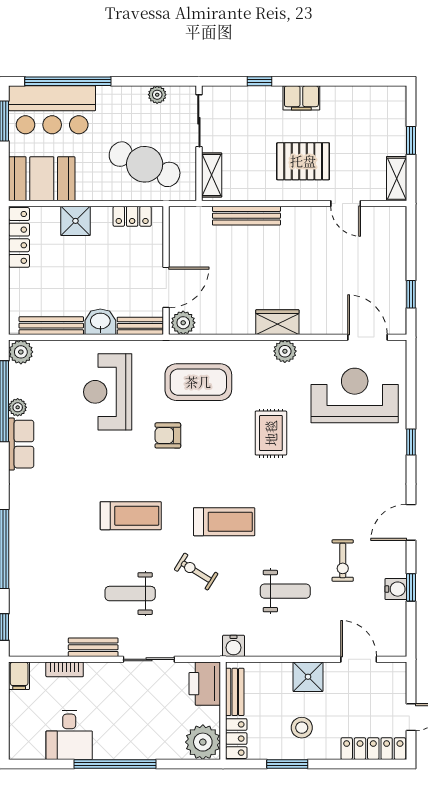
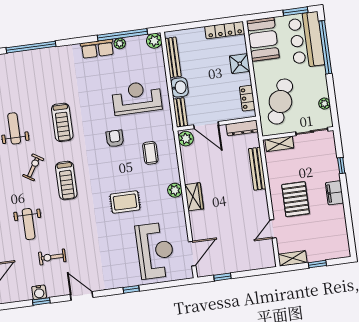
dresser: (178, 231) -> (242, 128), added
plant: (285, 351) -> (175, 190), moved
coffee table: (198, 382) -> (150, 153), width x0.54, depth x0.58

